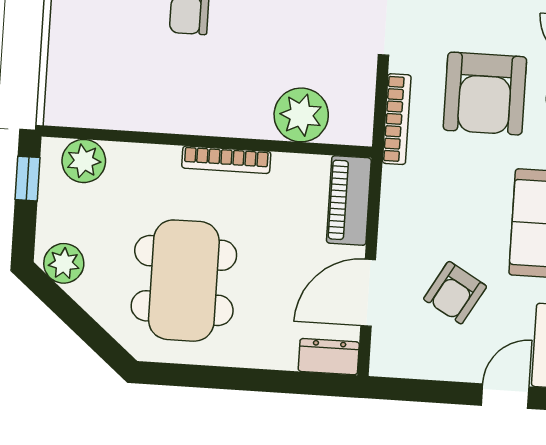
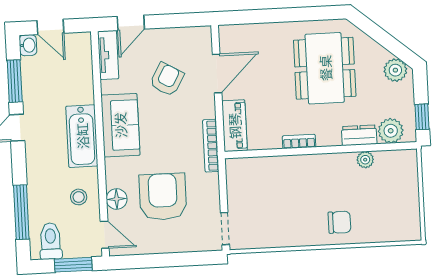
plant: (301, 115) -> (365, 160), moved, width x0.53, depth x0.53
bookcase: (397, 119) -> (211, 146), moved
bookcase: (226, 160) -> (299, 141), width x0.64
dresser: (329, 357) -> (359, 135), moved, turned 180

